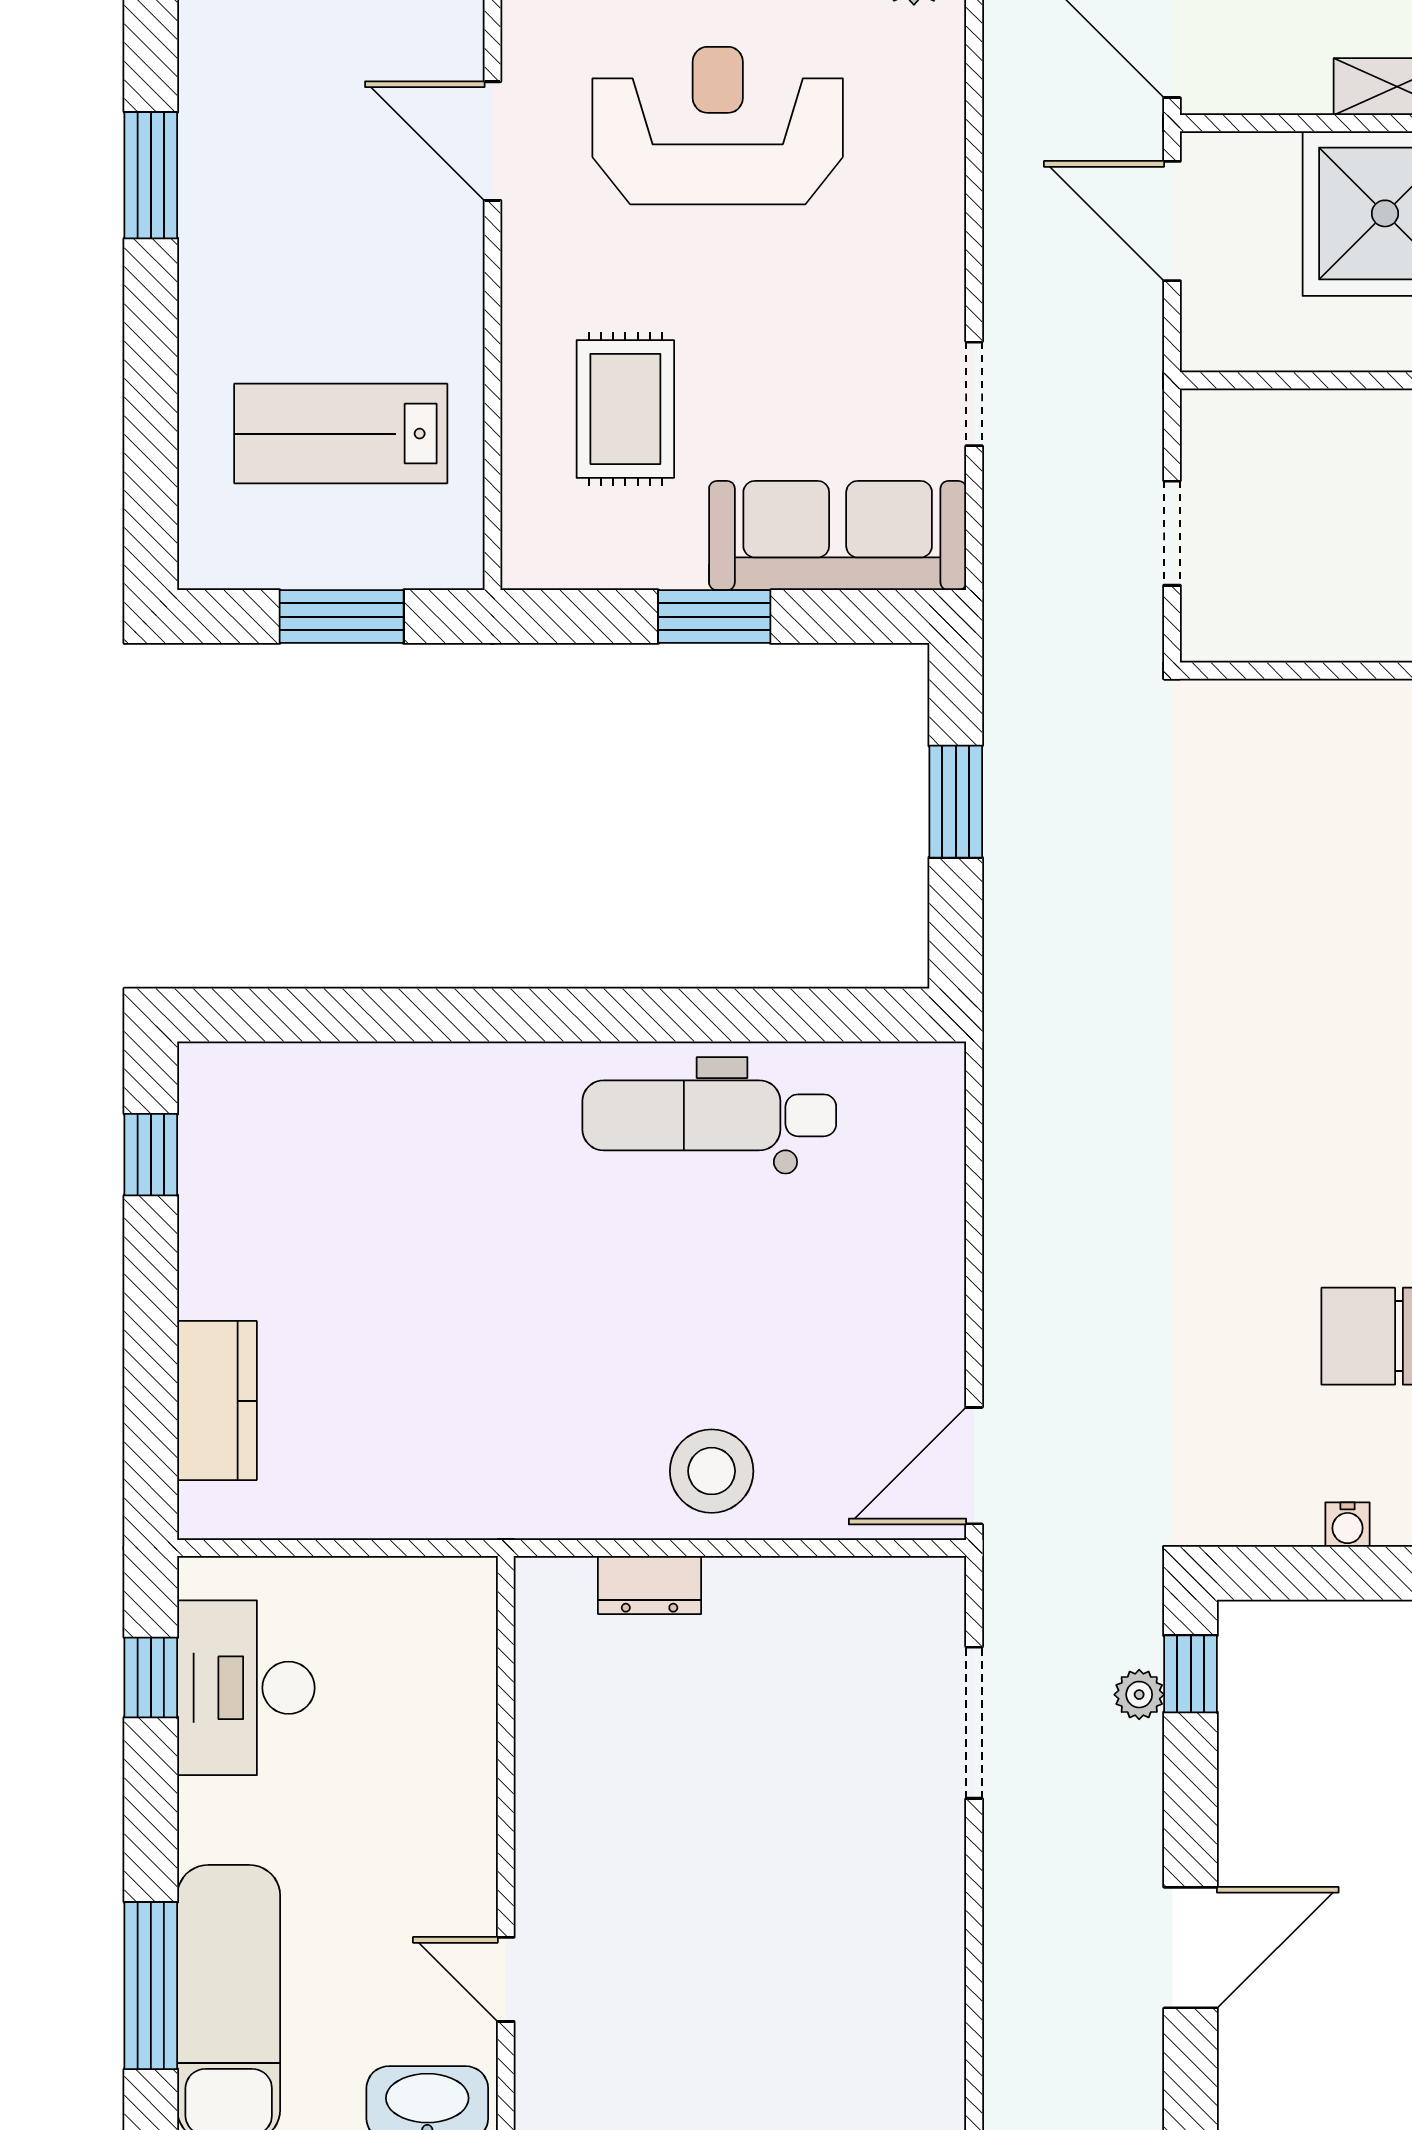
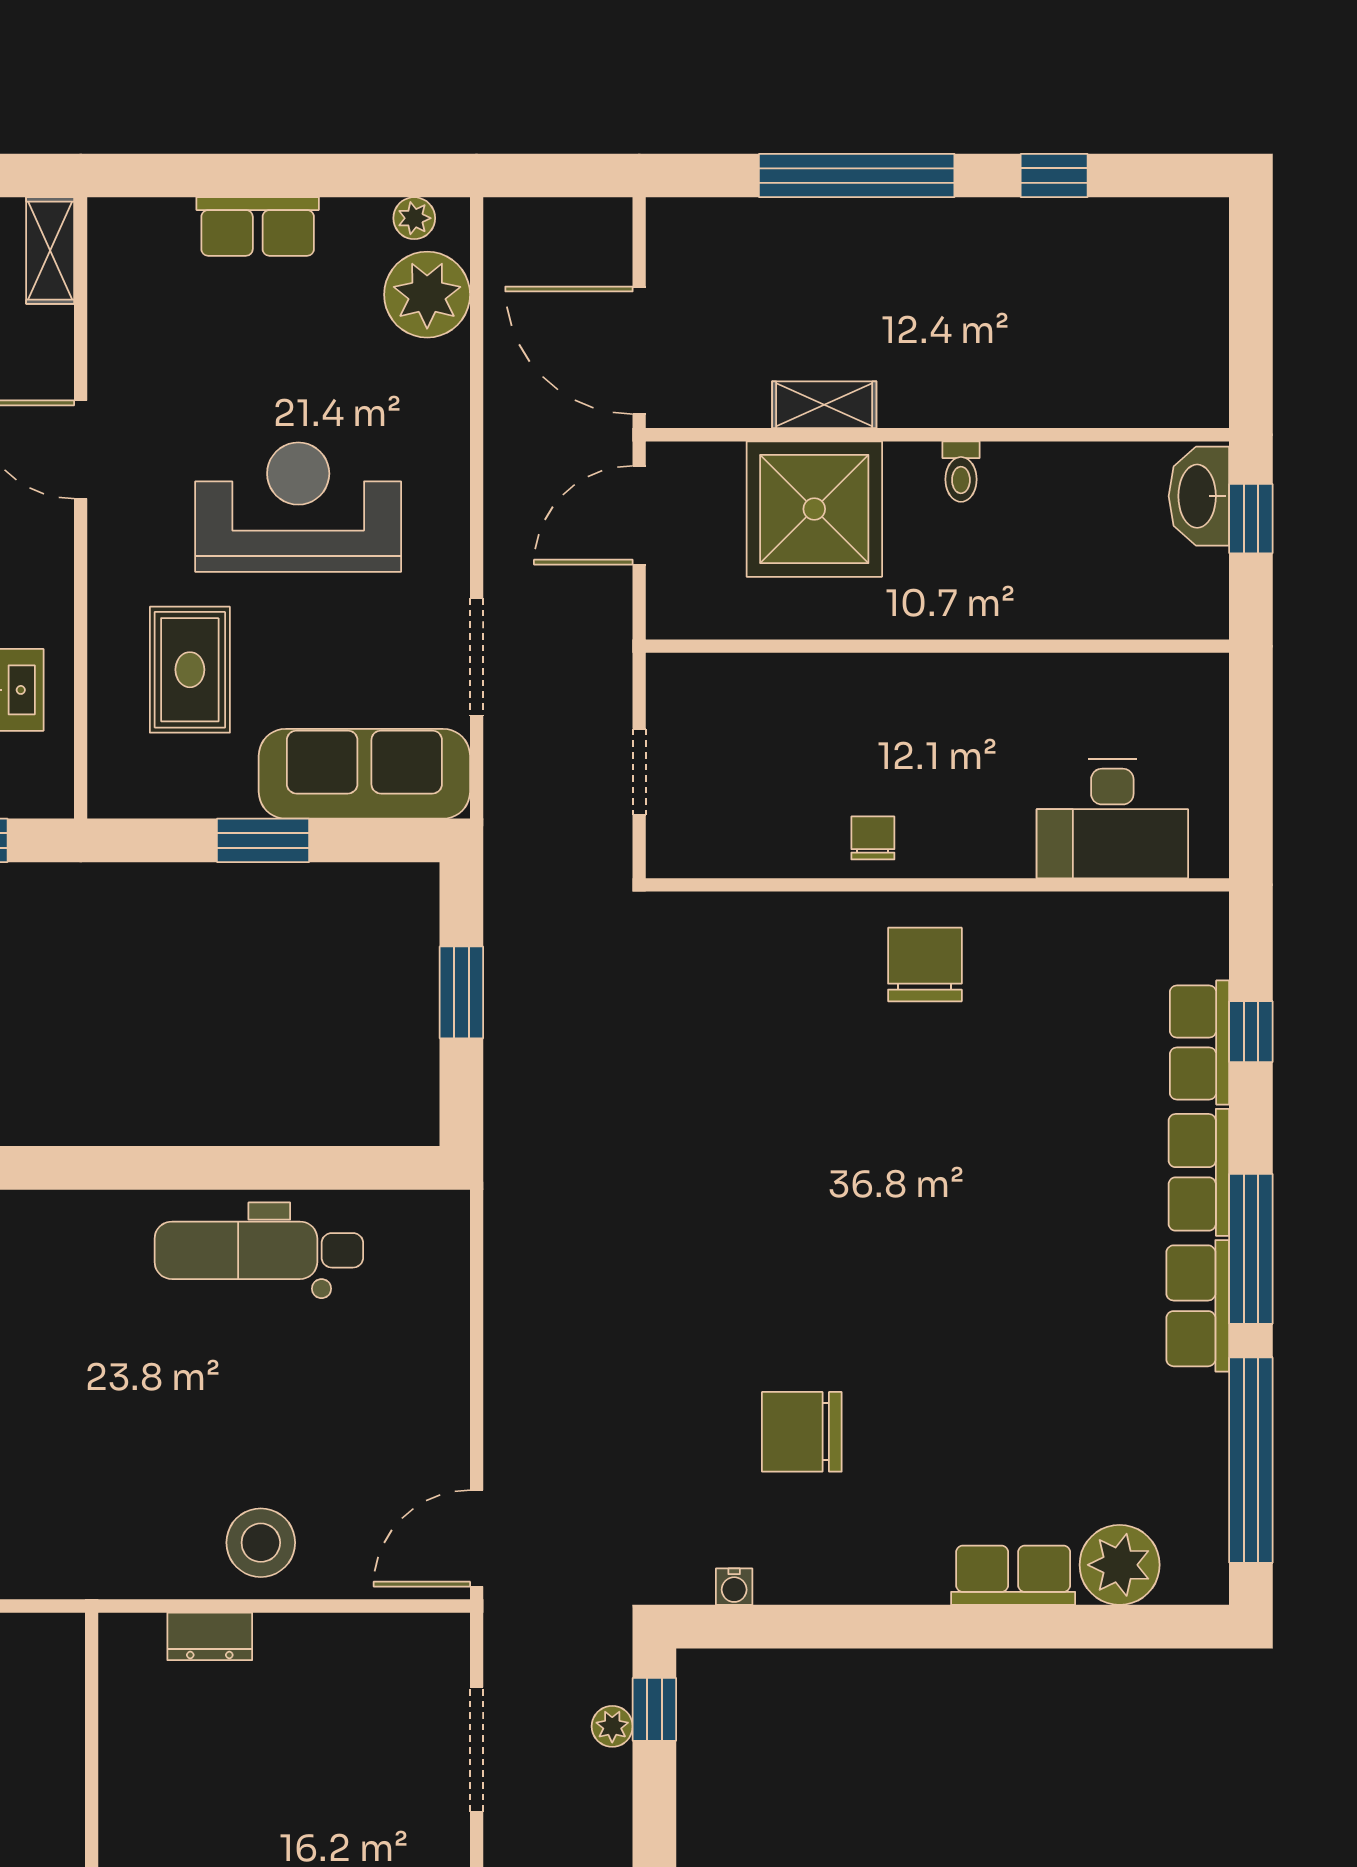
reception desk: (718, 126) -> (298, 507), moved
door: (1172, 221) -> (639, 515), hinge flipped
doorway: (974, 394) -> (477, 657), width x1.38
water cooler: (1348, 1525) -> (734, 1587), moved

